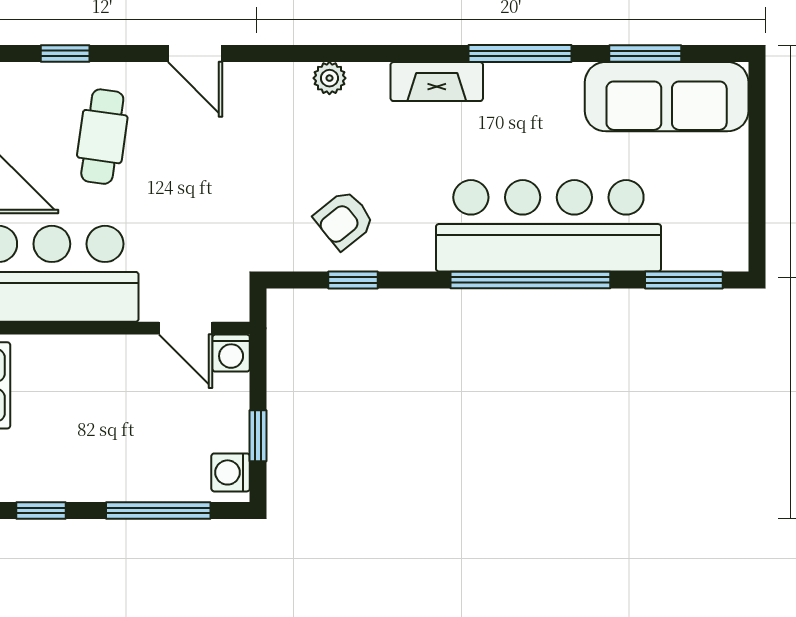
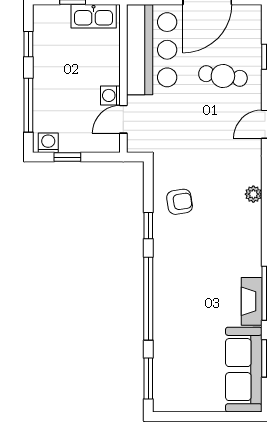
fireplace: (437, 82) -> (252, 301), moved
armchair: (344, 220) -> (180, 202), turned 120
bar counter: (548, 226) -> (177, 308), removed
window: (353, 280) -> (148, 226), moved
washing machine: (231, 353) -> (110, 95), moved

